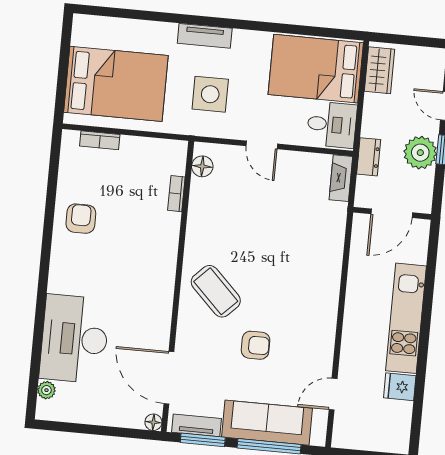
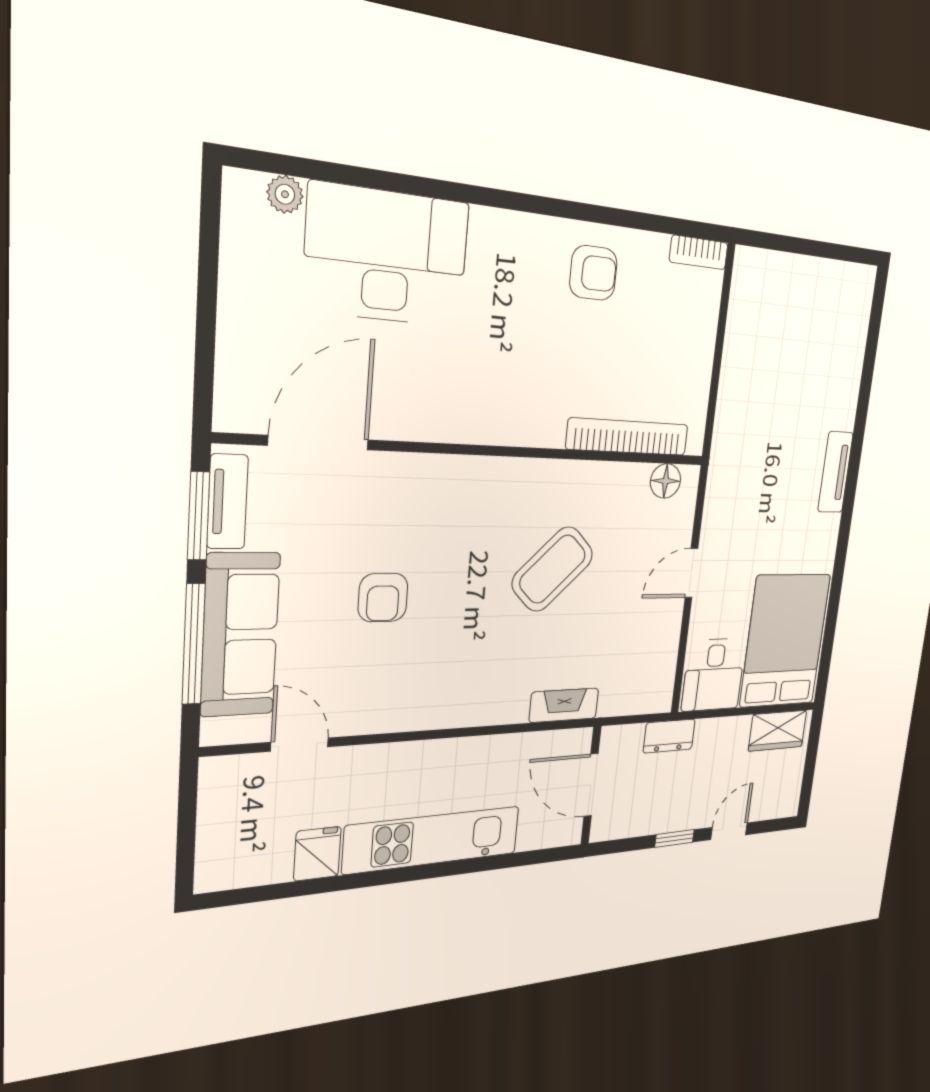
bed: (116, 84) -> (784, 335), removed
side table: (210, 94) -> (762, 486), removed
bookcase: (100, 140) -> (699, 252), moved, turned -90
plant: (420, 153) -> (672, 809), removed
fireplace: (341, 178) -> (564, 705), moved
bookcase: (176, 194) -> (628, 437), width x2.31, depth x1.31
coffee table: (216, 291) -> (553, 569), moved
floor lamp: (153, 422) -> (229, 416), removed

